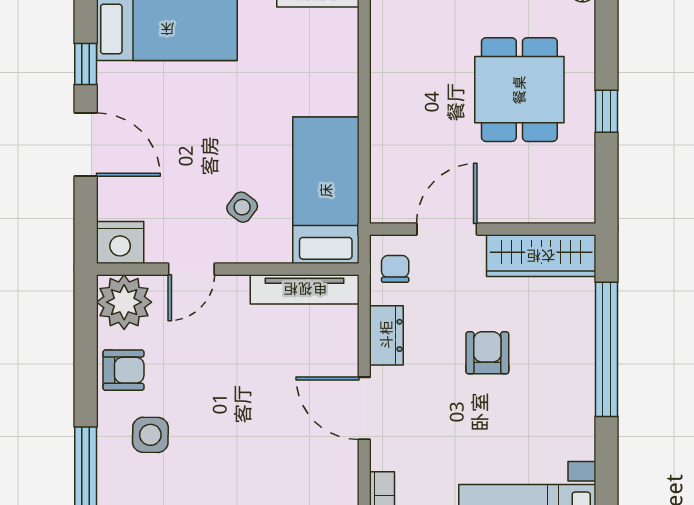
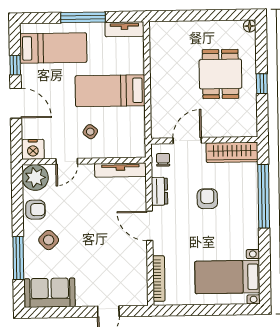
bed: (326, 190) -> (110, 91), moved, turned -90
side table: (150, 435) -> (49, 240), turned 45

